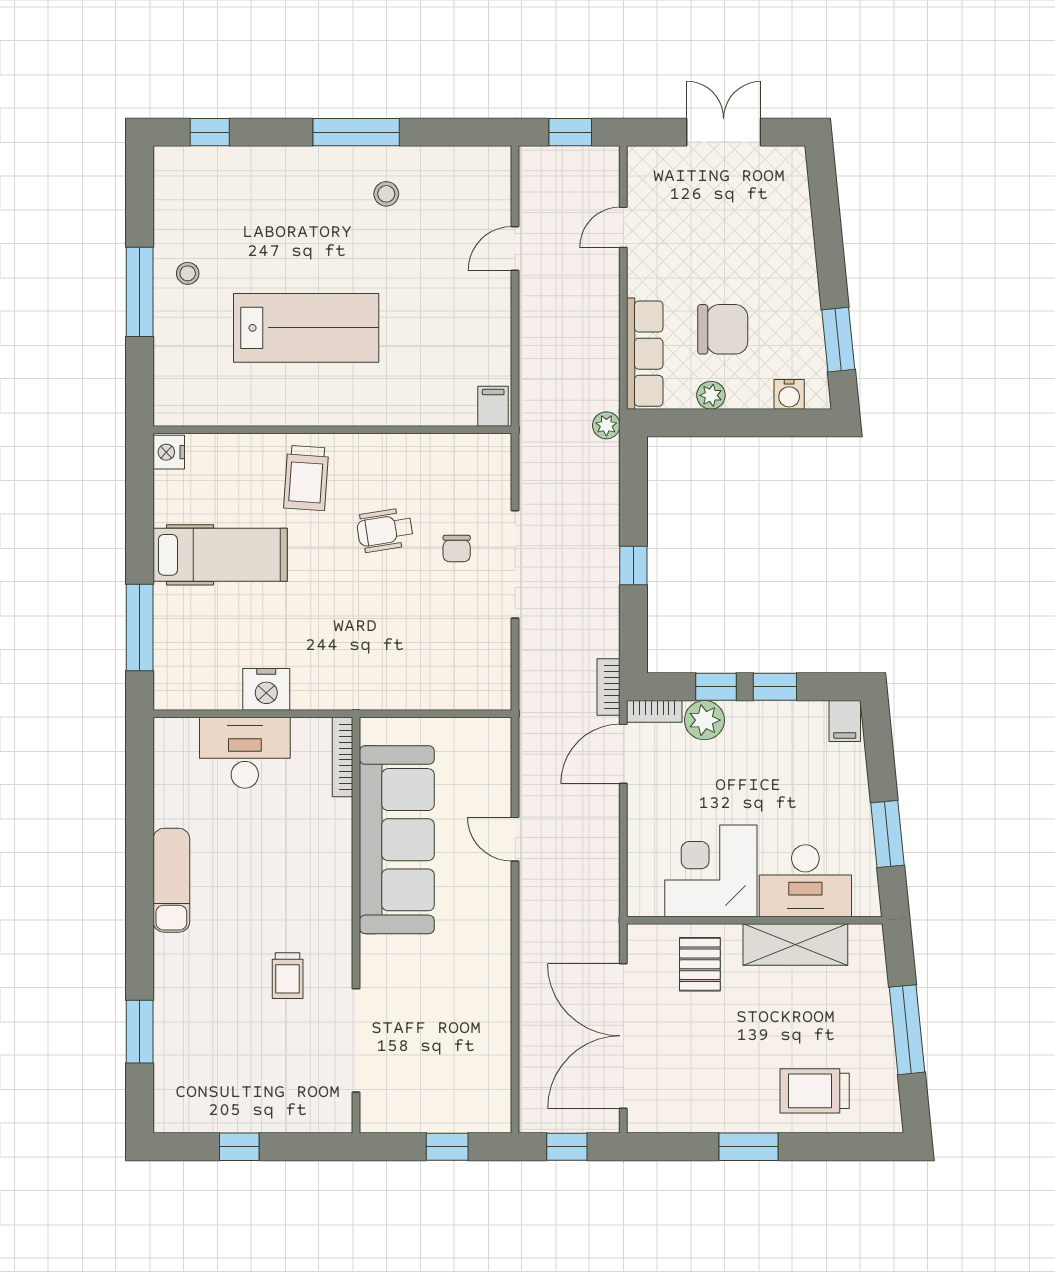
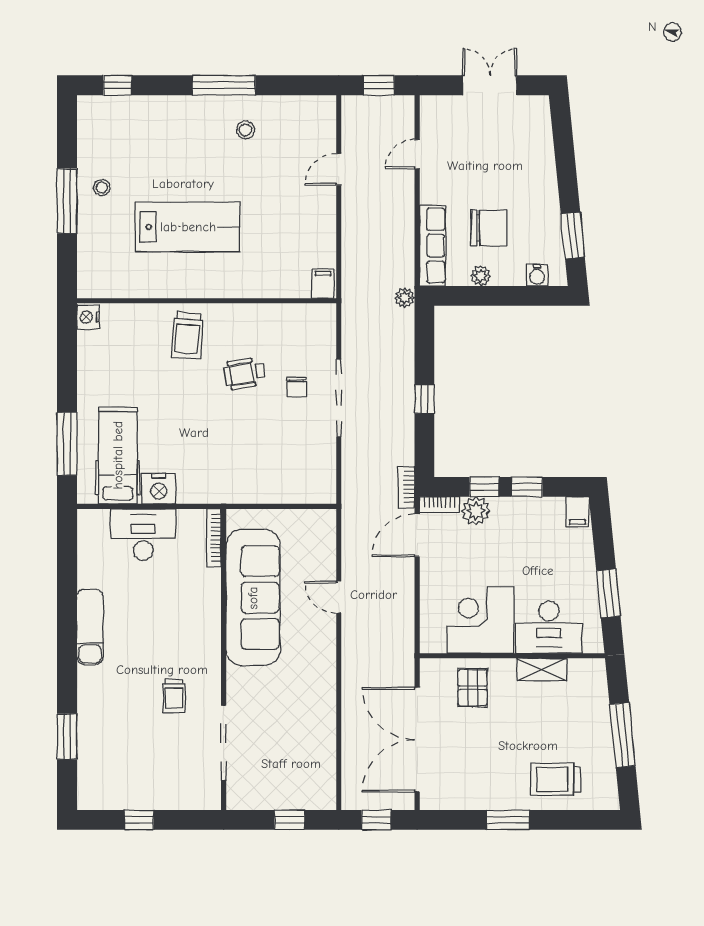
hospital bed: (220, 555) -> (118, 455), moved, turned -90
shelving: (795, 944) -> (542, 670), width x0.67, depth x0.75

